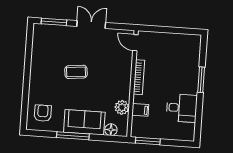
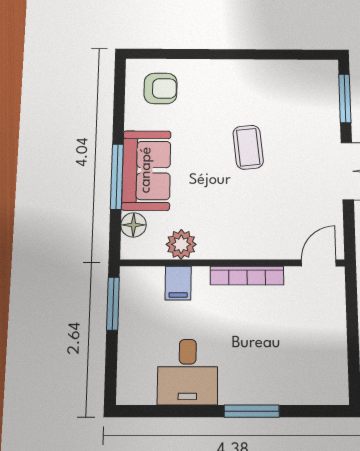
window: (73, 136) -> (117, 177), moved

